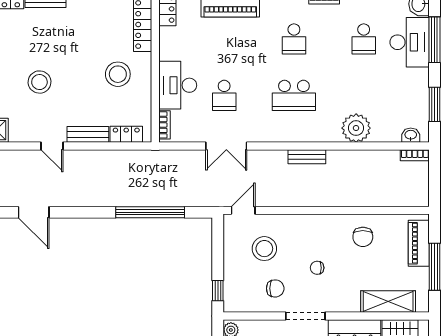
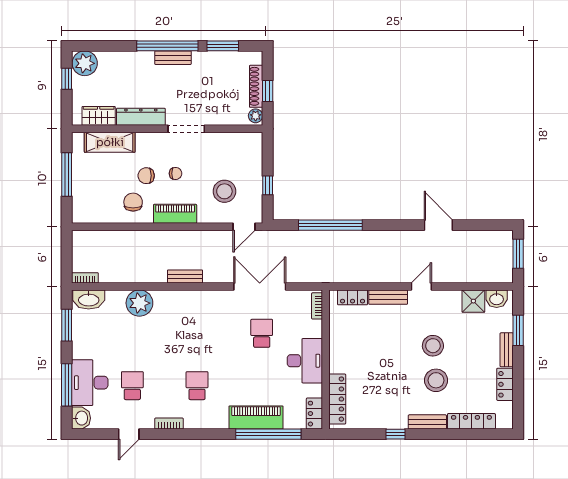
stool: (118, 74) -> (436, 380), moved
desk: (178, 85) -> (305, 361), moved
school desk: (294, 95) -> (197, 333), removed
washbasin: (411, 135) -> (89, 299), width x1.91, depth x1.45
door: (52, 146) -> (421, 286), hinge flipped
double door: (226, 146) -> (260, 286), width x1.37
piano: (419, 243) -> (175, 214), moved, turned -90
chair: (275, 288) -> (146, 176), moved
window: (218, 291) -> (268, 185), moved

